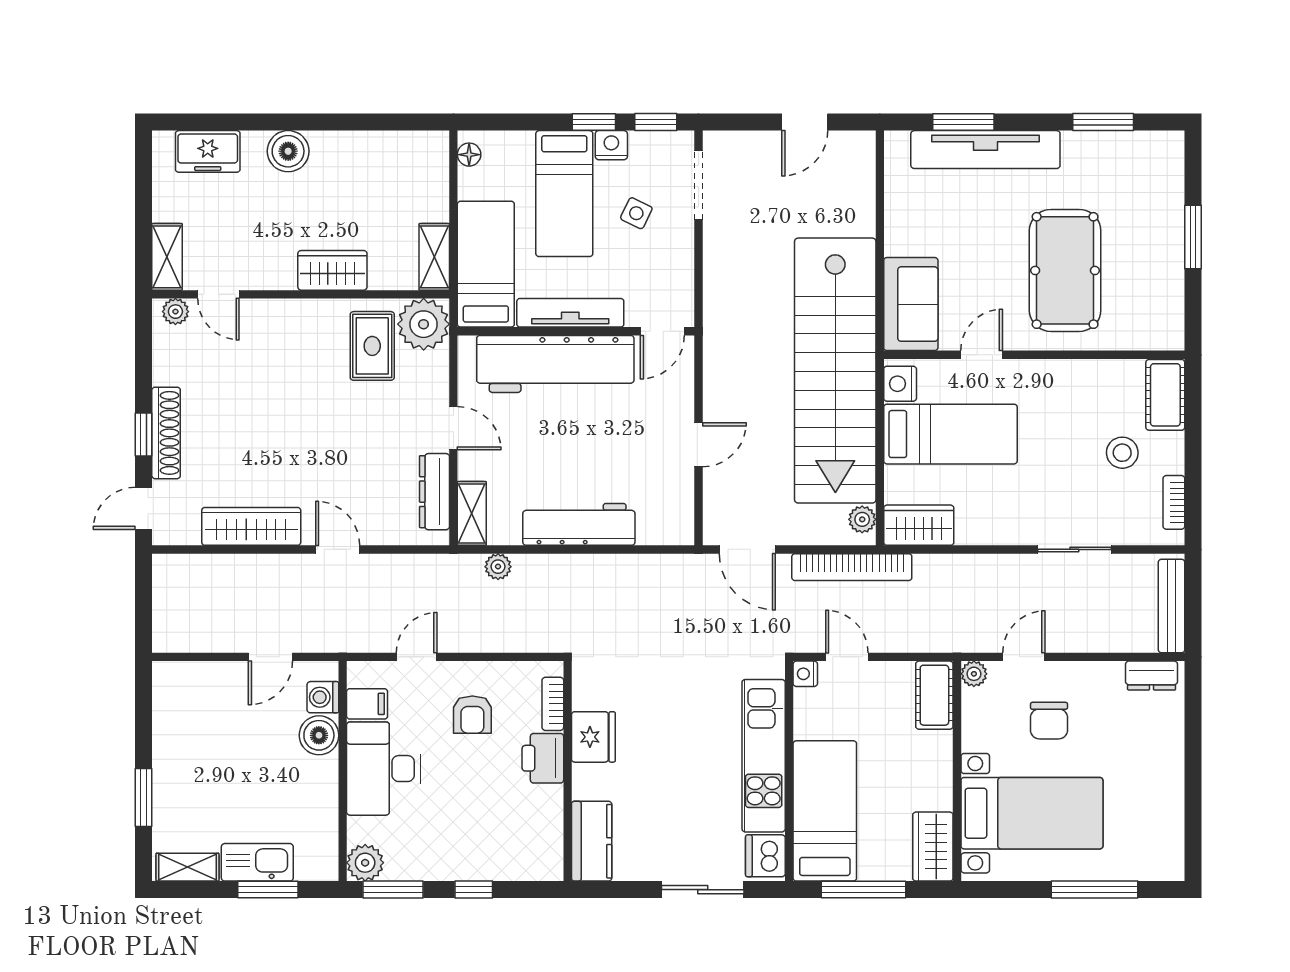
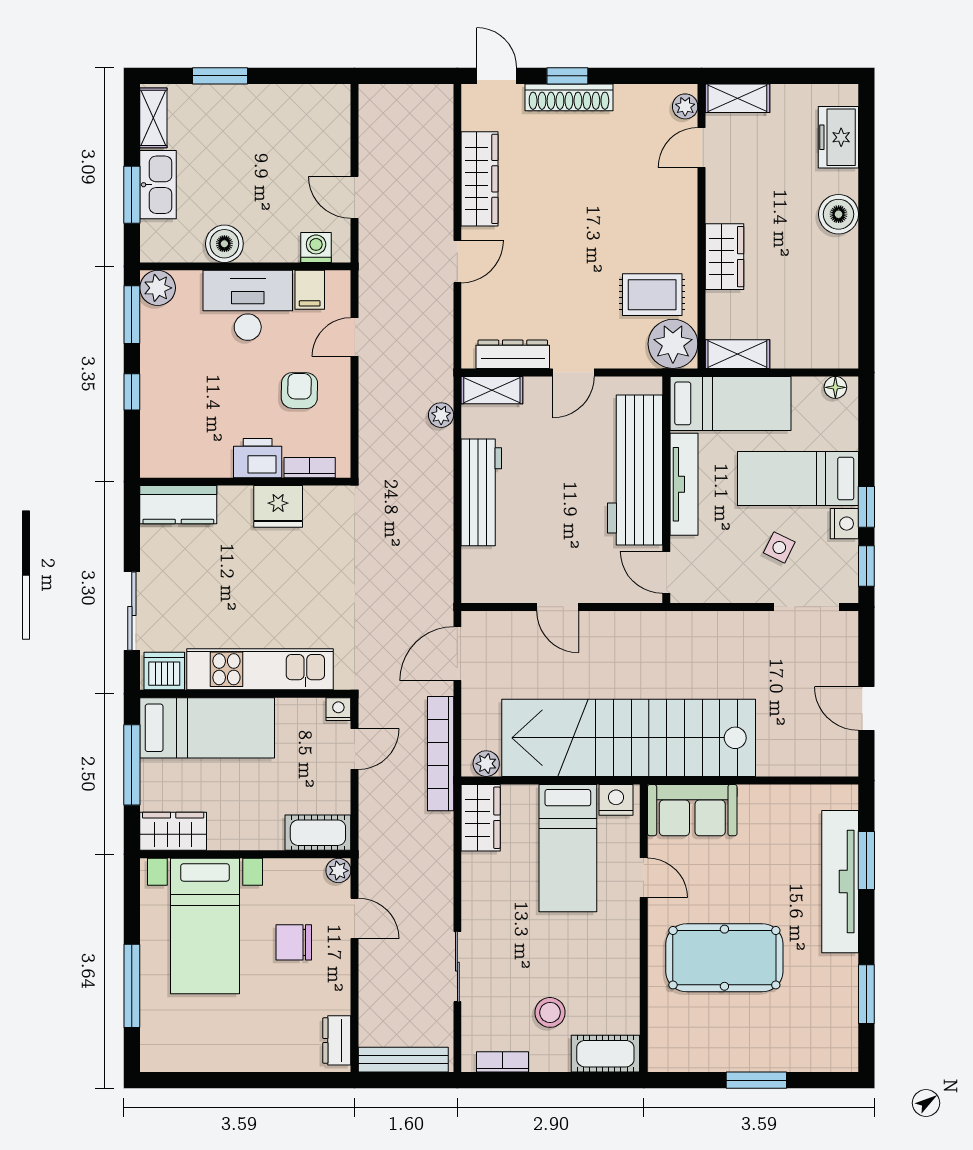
door: (417, 657) -> (355, 337), swing flipped
armchair: (472, 715) -> (299, 391), turned 91
boiler: (319, 735) -> (224, 244), moved

